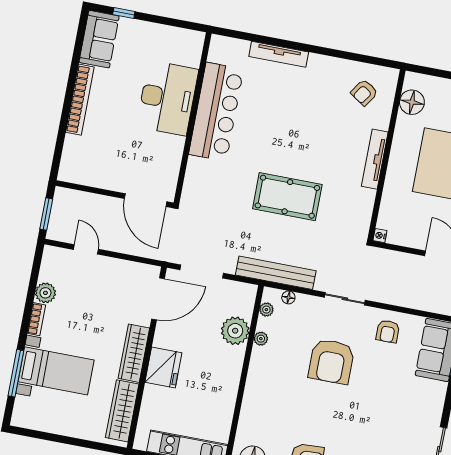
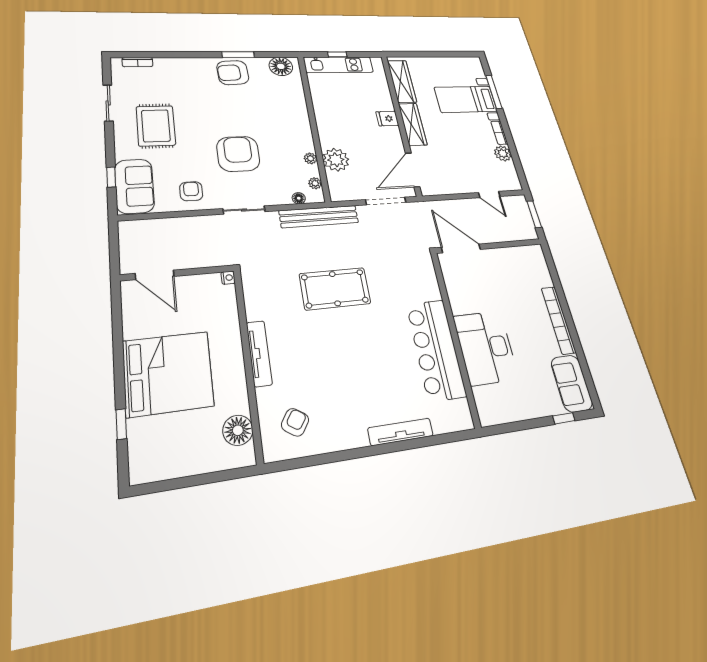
fridge: (163, 367) -> (387, 119), width x0.53, depth x0.75
rug: (401, 412) -> (156, 126), added

